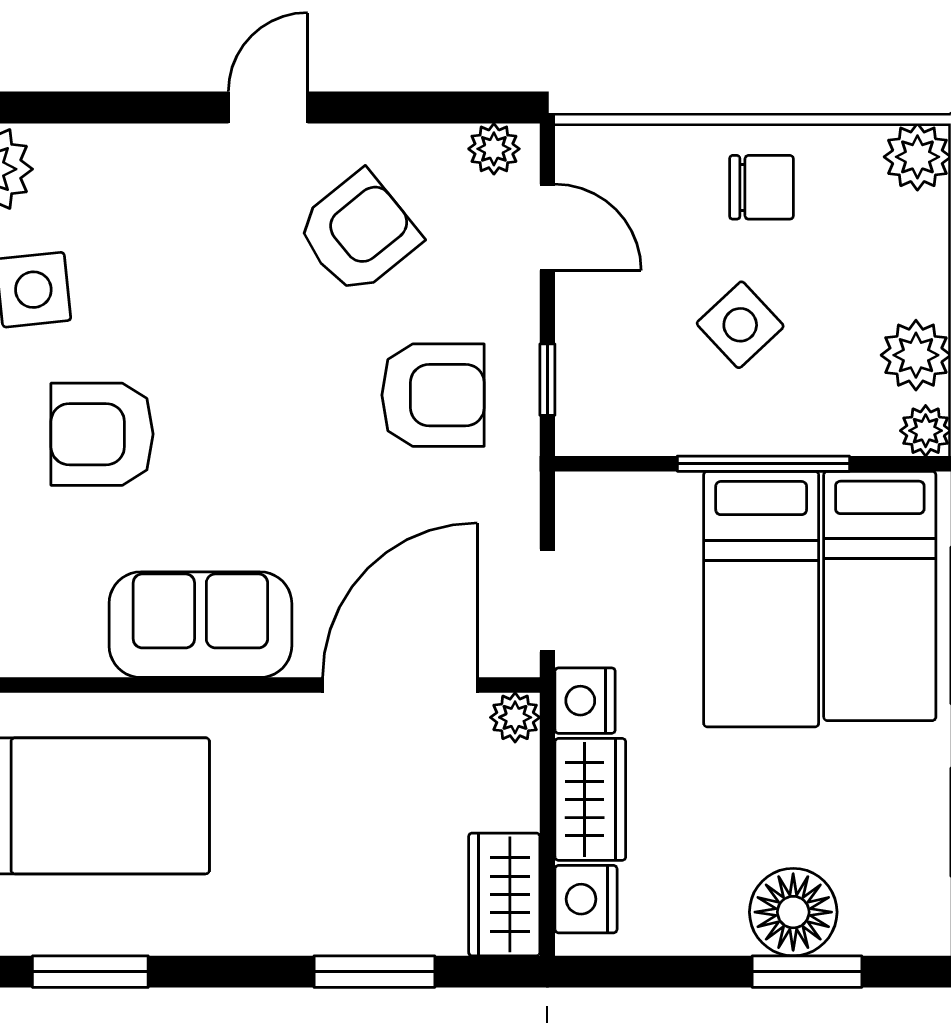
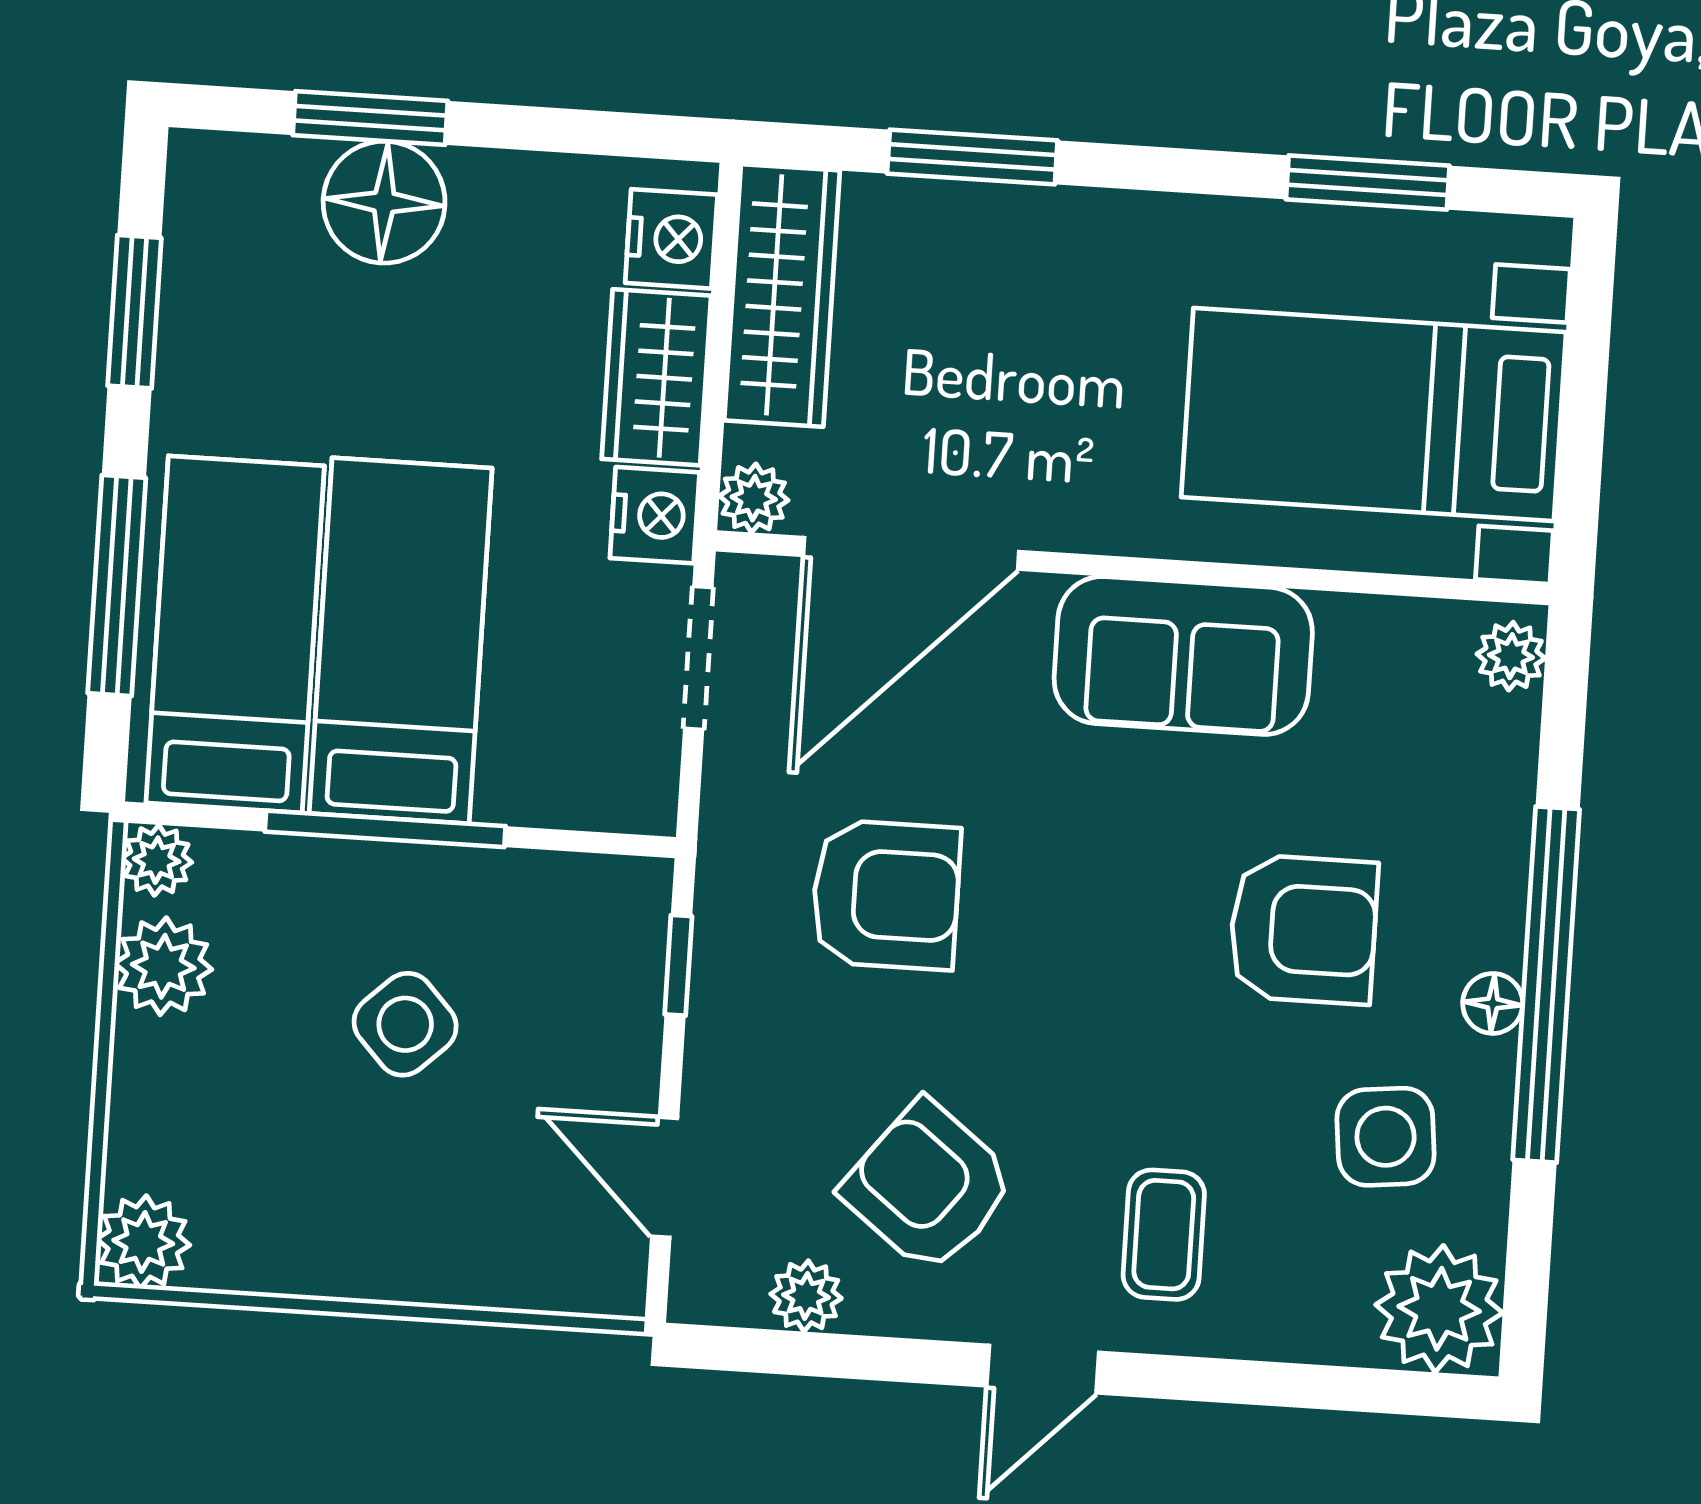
plant: (494, 149) -> (806, 1296), moved
chair: (762, 187) -> (363, 1214), removed
coffee table: (188, 209) -> (1164, 1235), added
armchair: (358, 233) -> (928, 1187), turned 77
armchair: (433, 395) -> (886, 895), moved, turned 180
wardrobe: (504, 894) -> (782, 295), width x1.50

